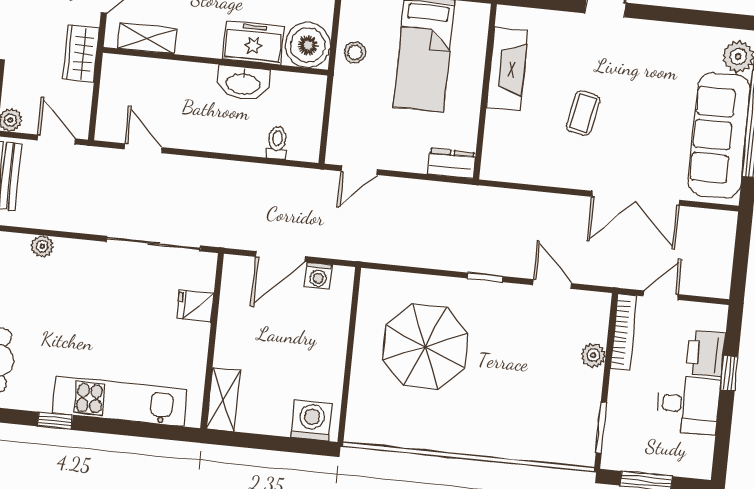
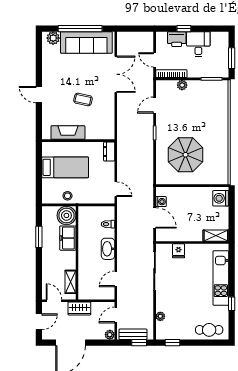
washbasin: (243, 83) -> (108, 249), moved, turned 180

